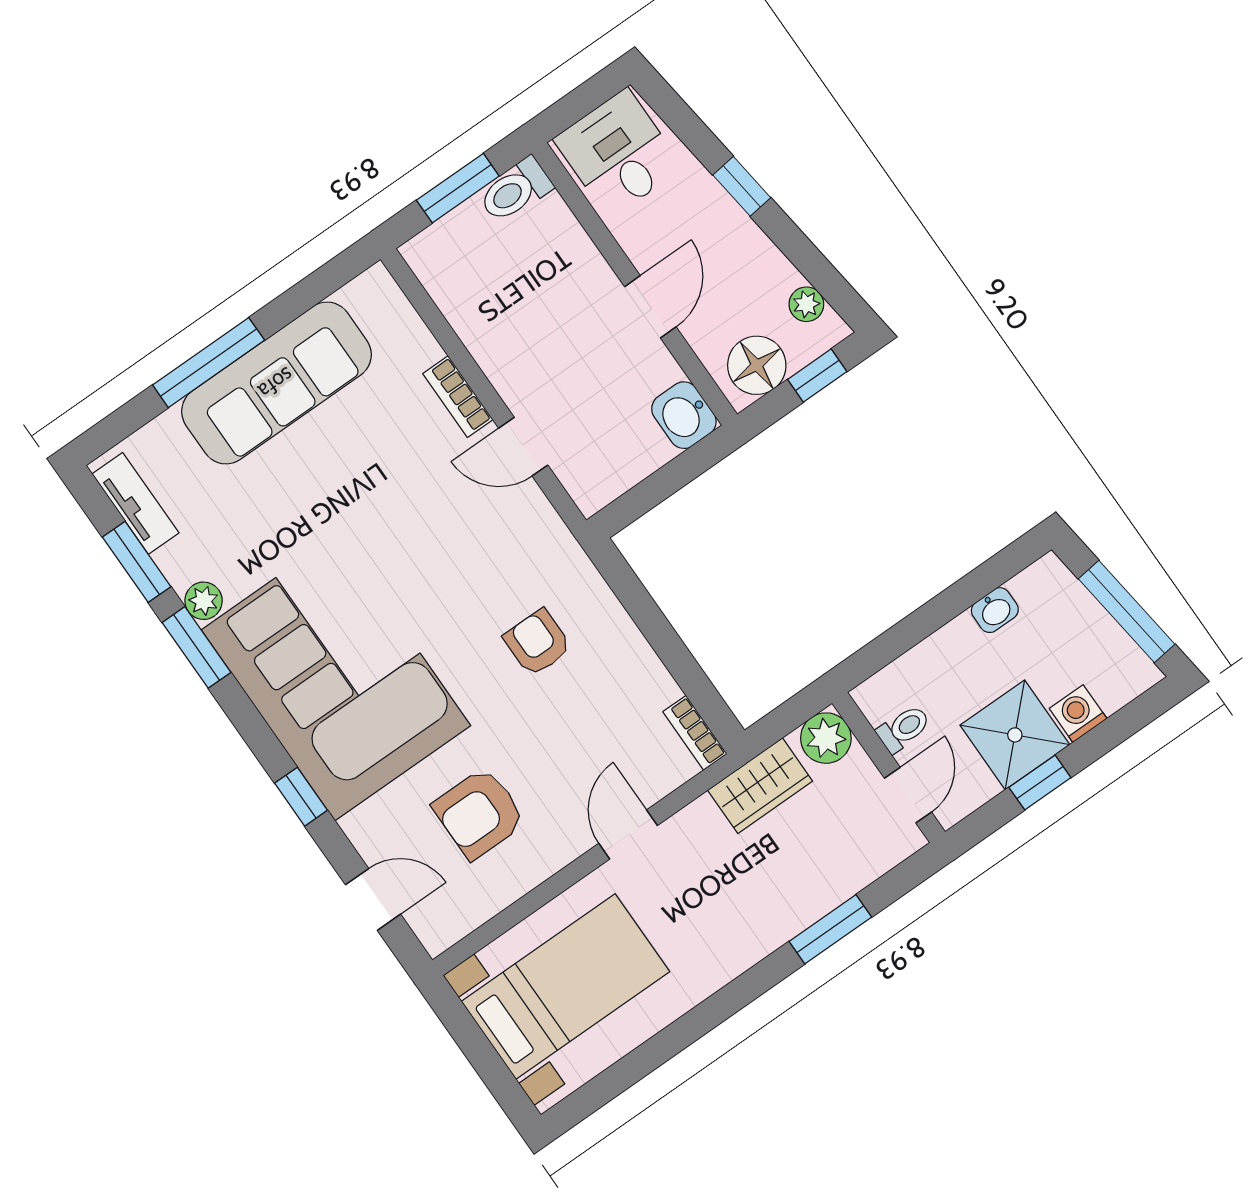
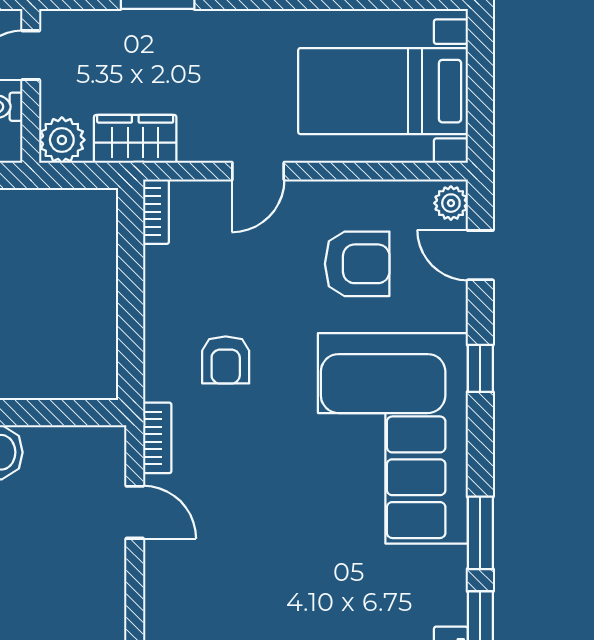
bookcase: (458, 397) -> (157, 438), moved
plant: (204, 601) -> (451, 203), moved

